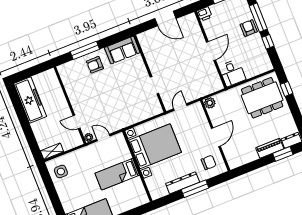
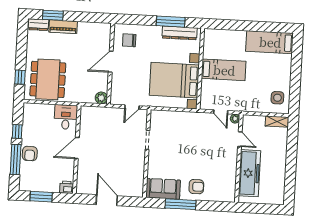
window: (85, 50) -> (181, 204), moved
dining table: (262, 98) -> (48, 79), turned 90
freezer: (30, 100) -> (249, 173), moved, turned 180
dresser: (183, 183) -> (180, 33), moved
window: (195, 189) -> (171, 22), moved

